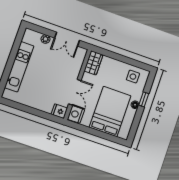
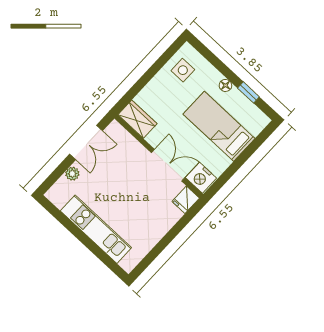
window: (144, 99) -> (248, 92), moved
bed: (110, 112) -> (219, 126), width x0.67

